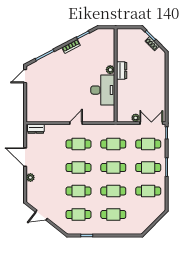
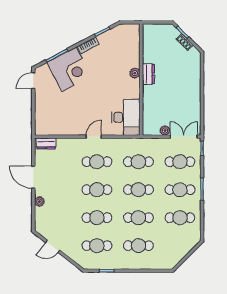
corner desk: (55, 66) -> (69, 69), added
desk: (103, 90) -> (126, 117), moved

